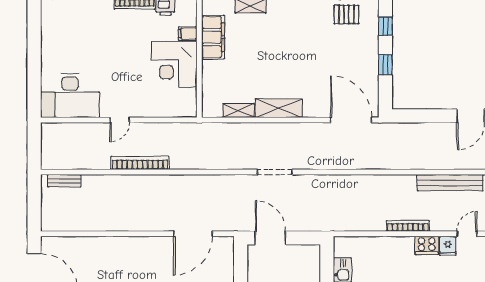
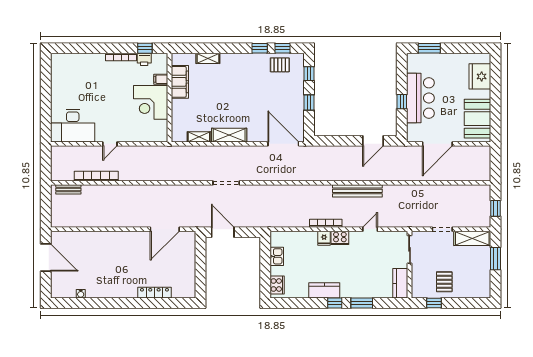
bookcase: (140, 163) -> (96, 176), moved
fridge: (448, 246) -> (324, 238), moved

